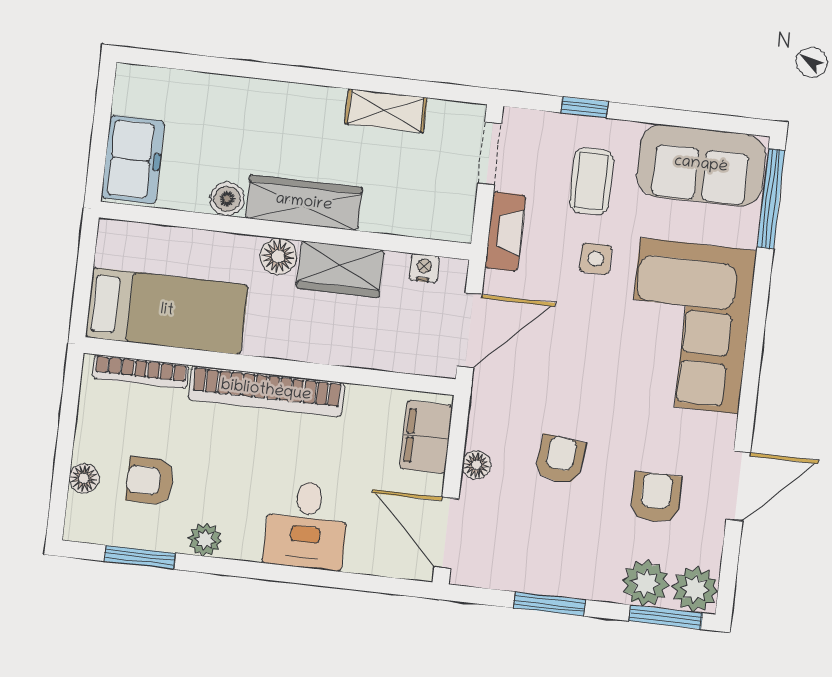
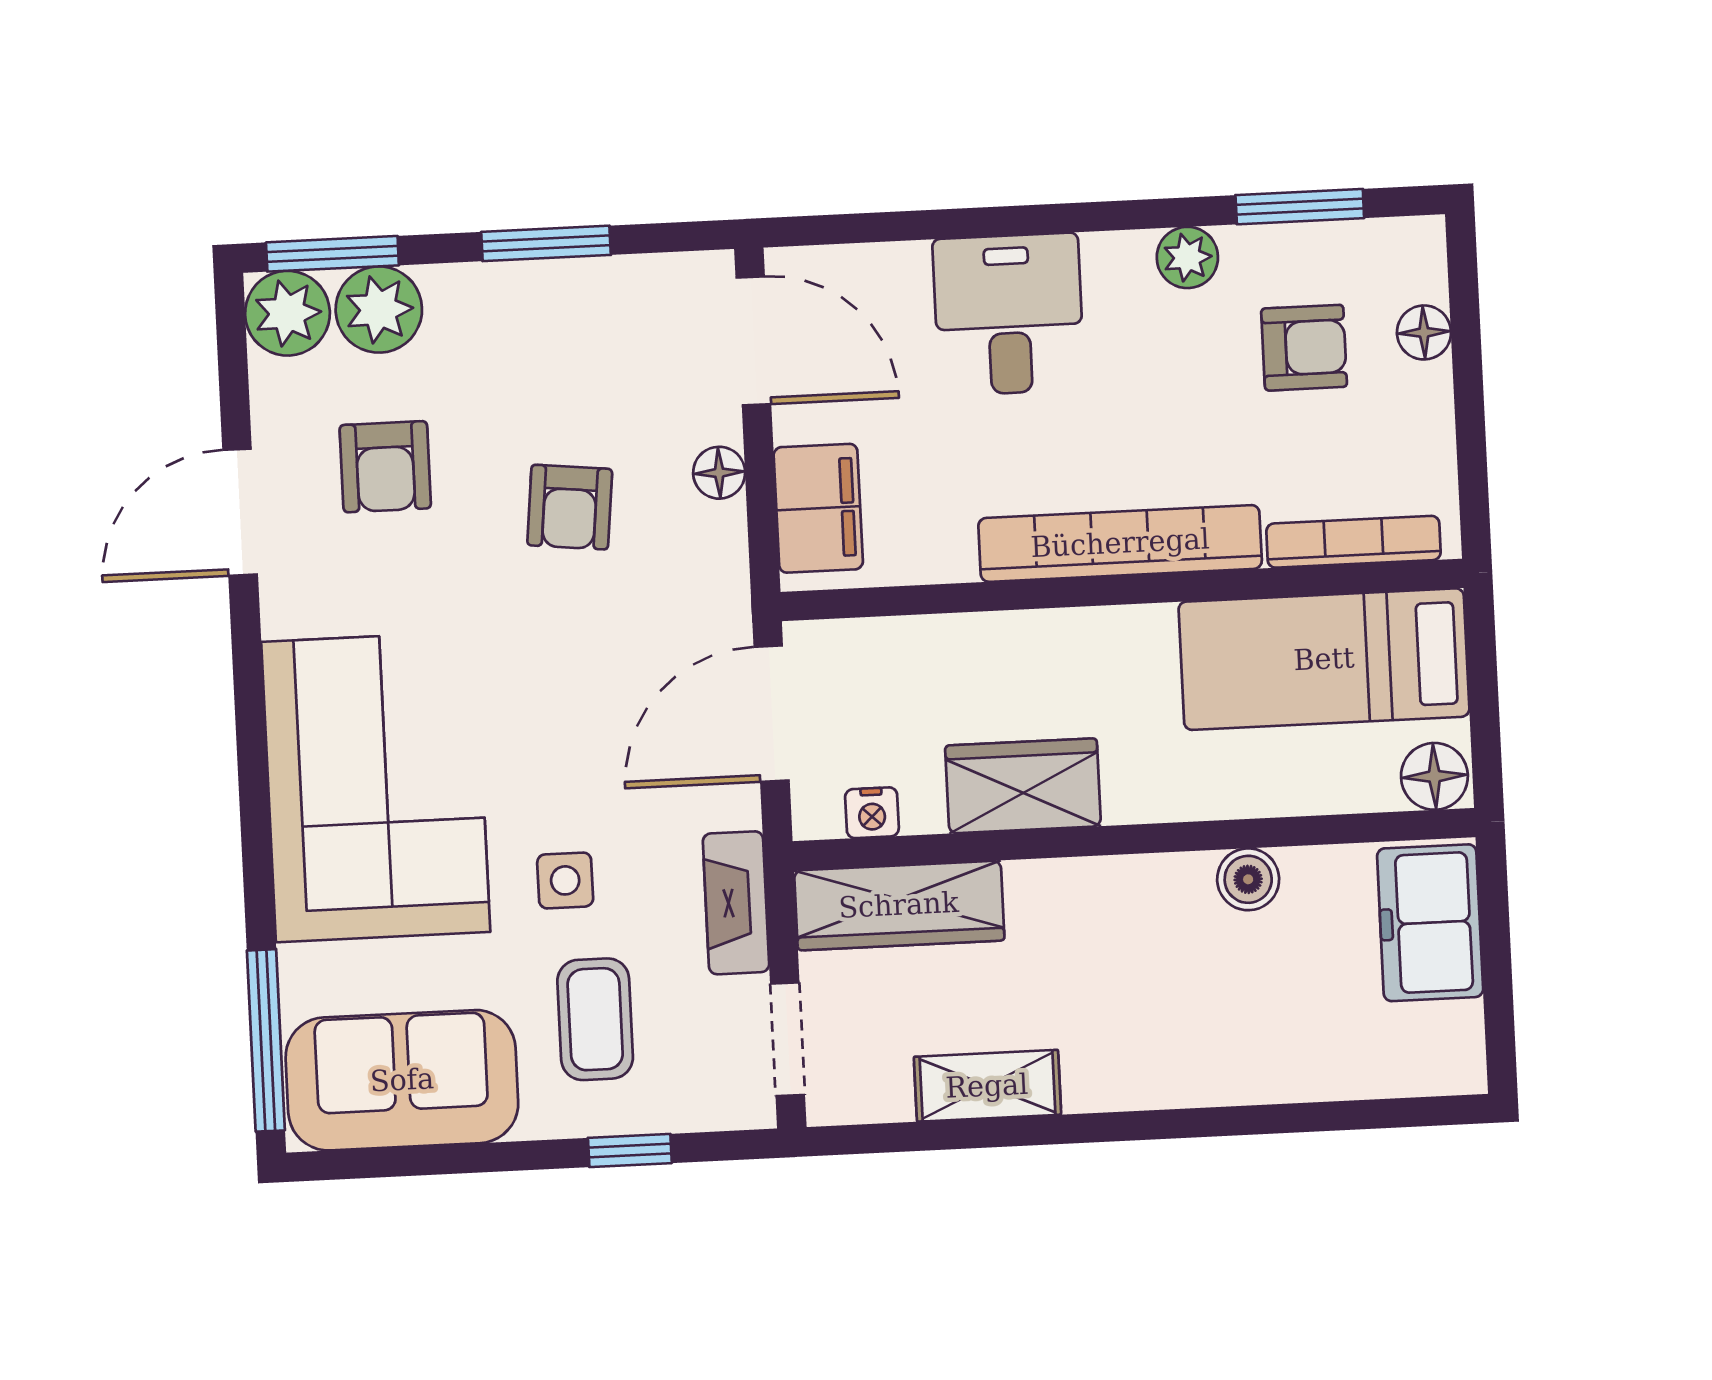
wardrobe: (304, 203) -> (899, 905), moved
floor lamp: (278, 256) -> (1434, 776), moved

